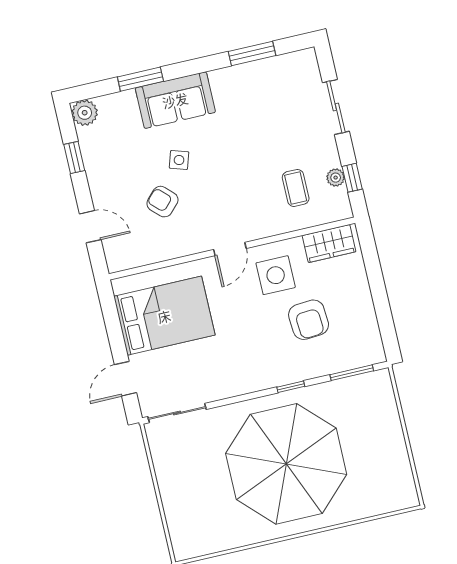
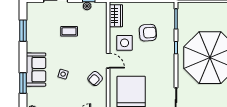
coffee table: (296, 188) -> (69, 31), moved
armchair: (162, 202) -> (95, 79), moved

